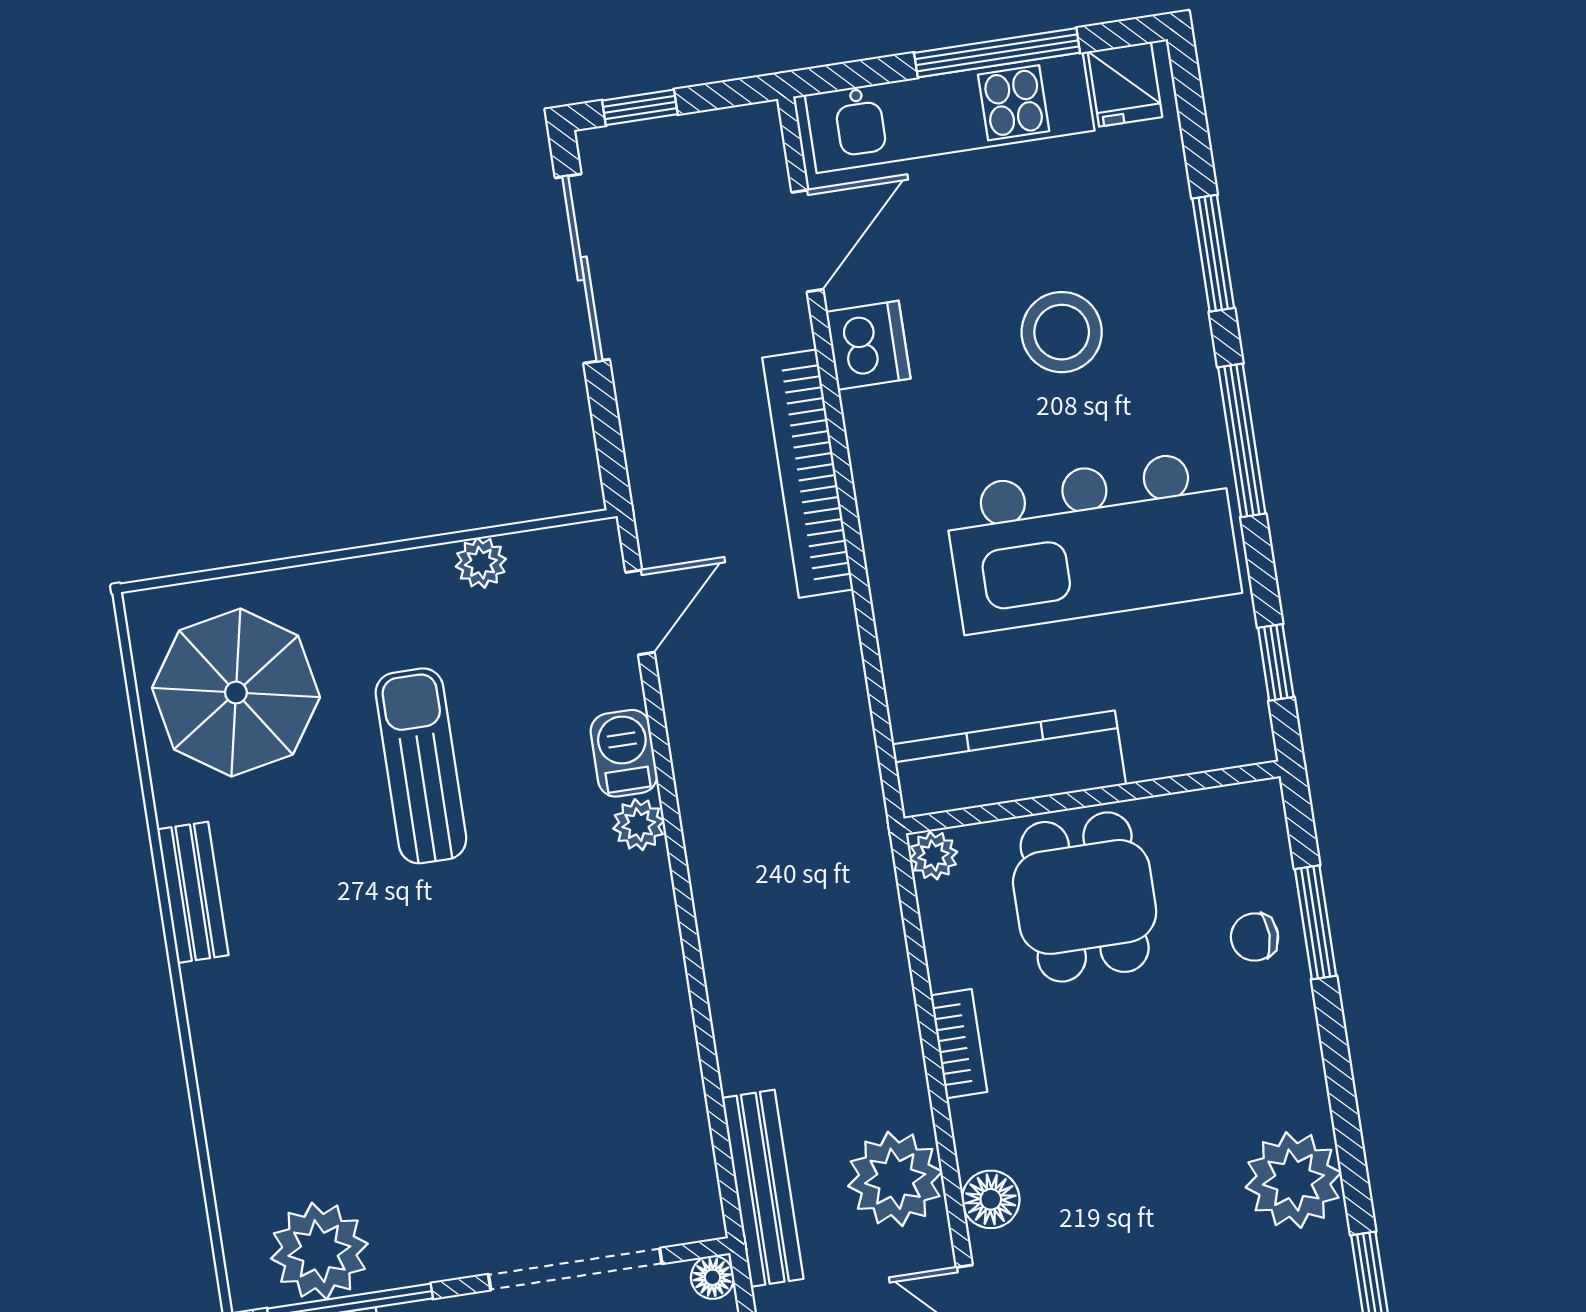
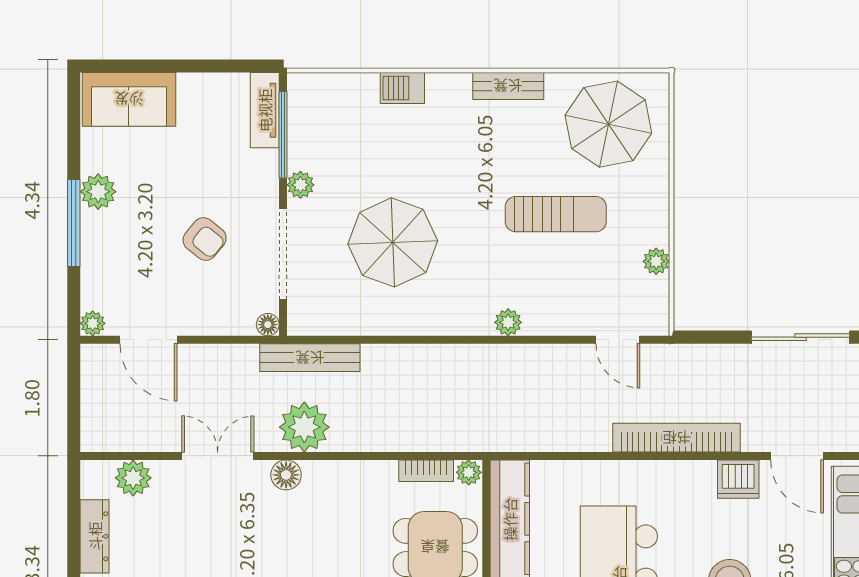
barbecue: (624, 753) -> (402, 88), moved, turned 180
bookcase: (959, 1044) -> (426, 471), moved
parasol: (521, 1065) -> (393, 242), added
plant: (319, 1251) -> (300, 185), moved, width x0.53, depth x0.53

